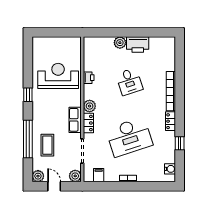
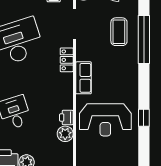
window: (28, 95) -> (144, 118), moved
plant: (90, 106) -> (65, 134), moved
row of seats: (75, 120) -> (83, 78), moved

